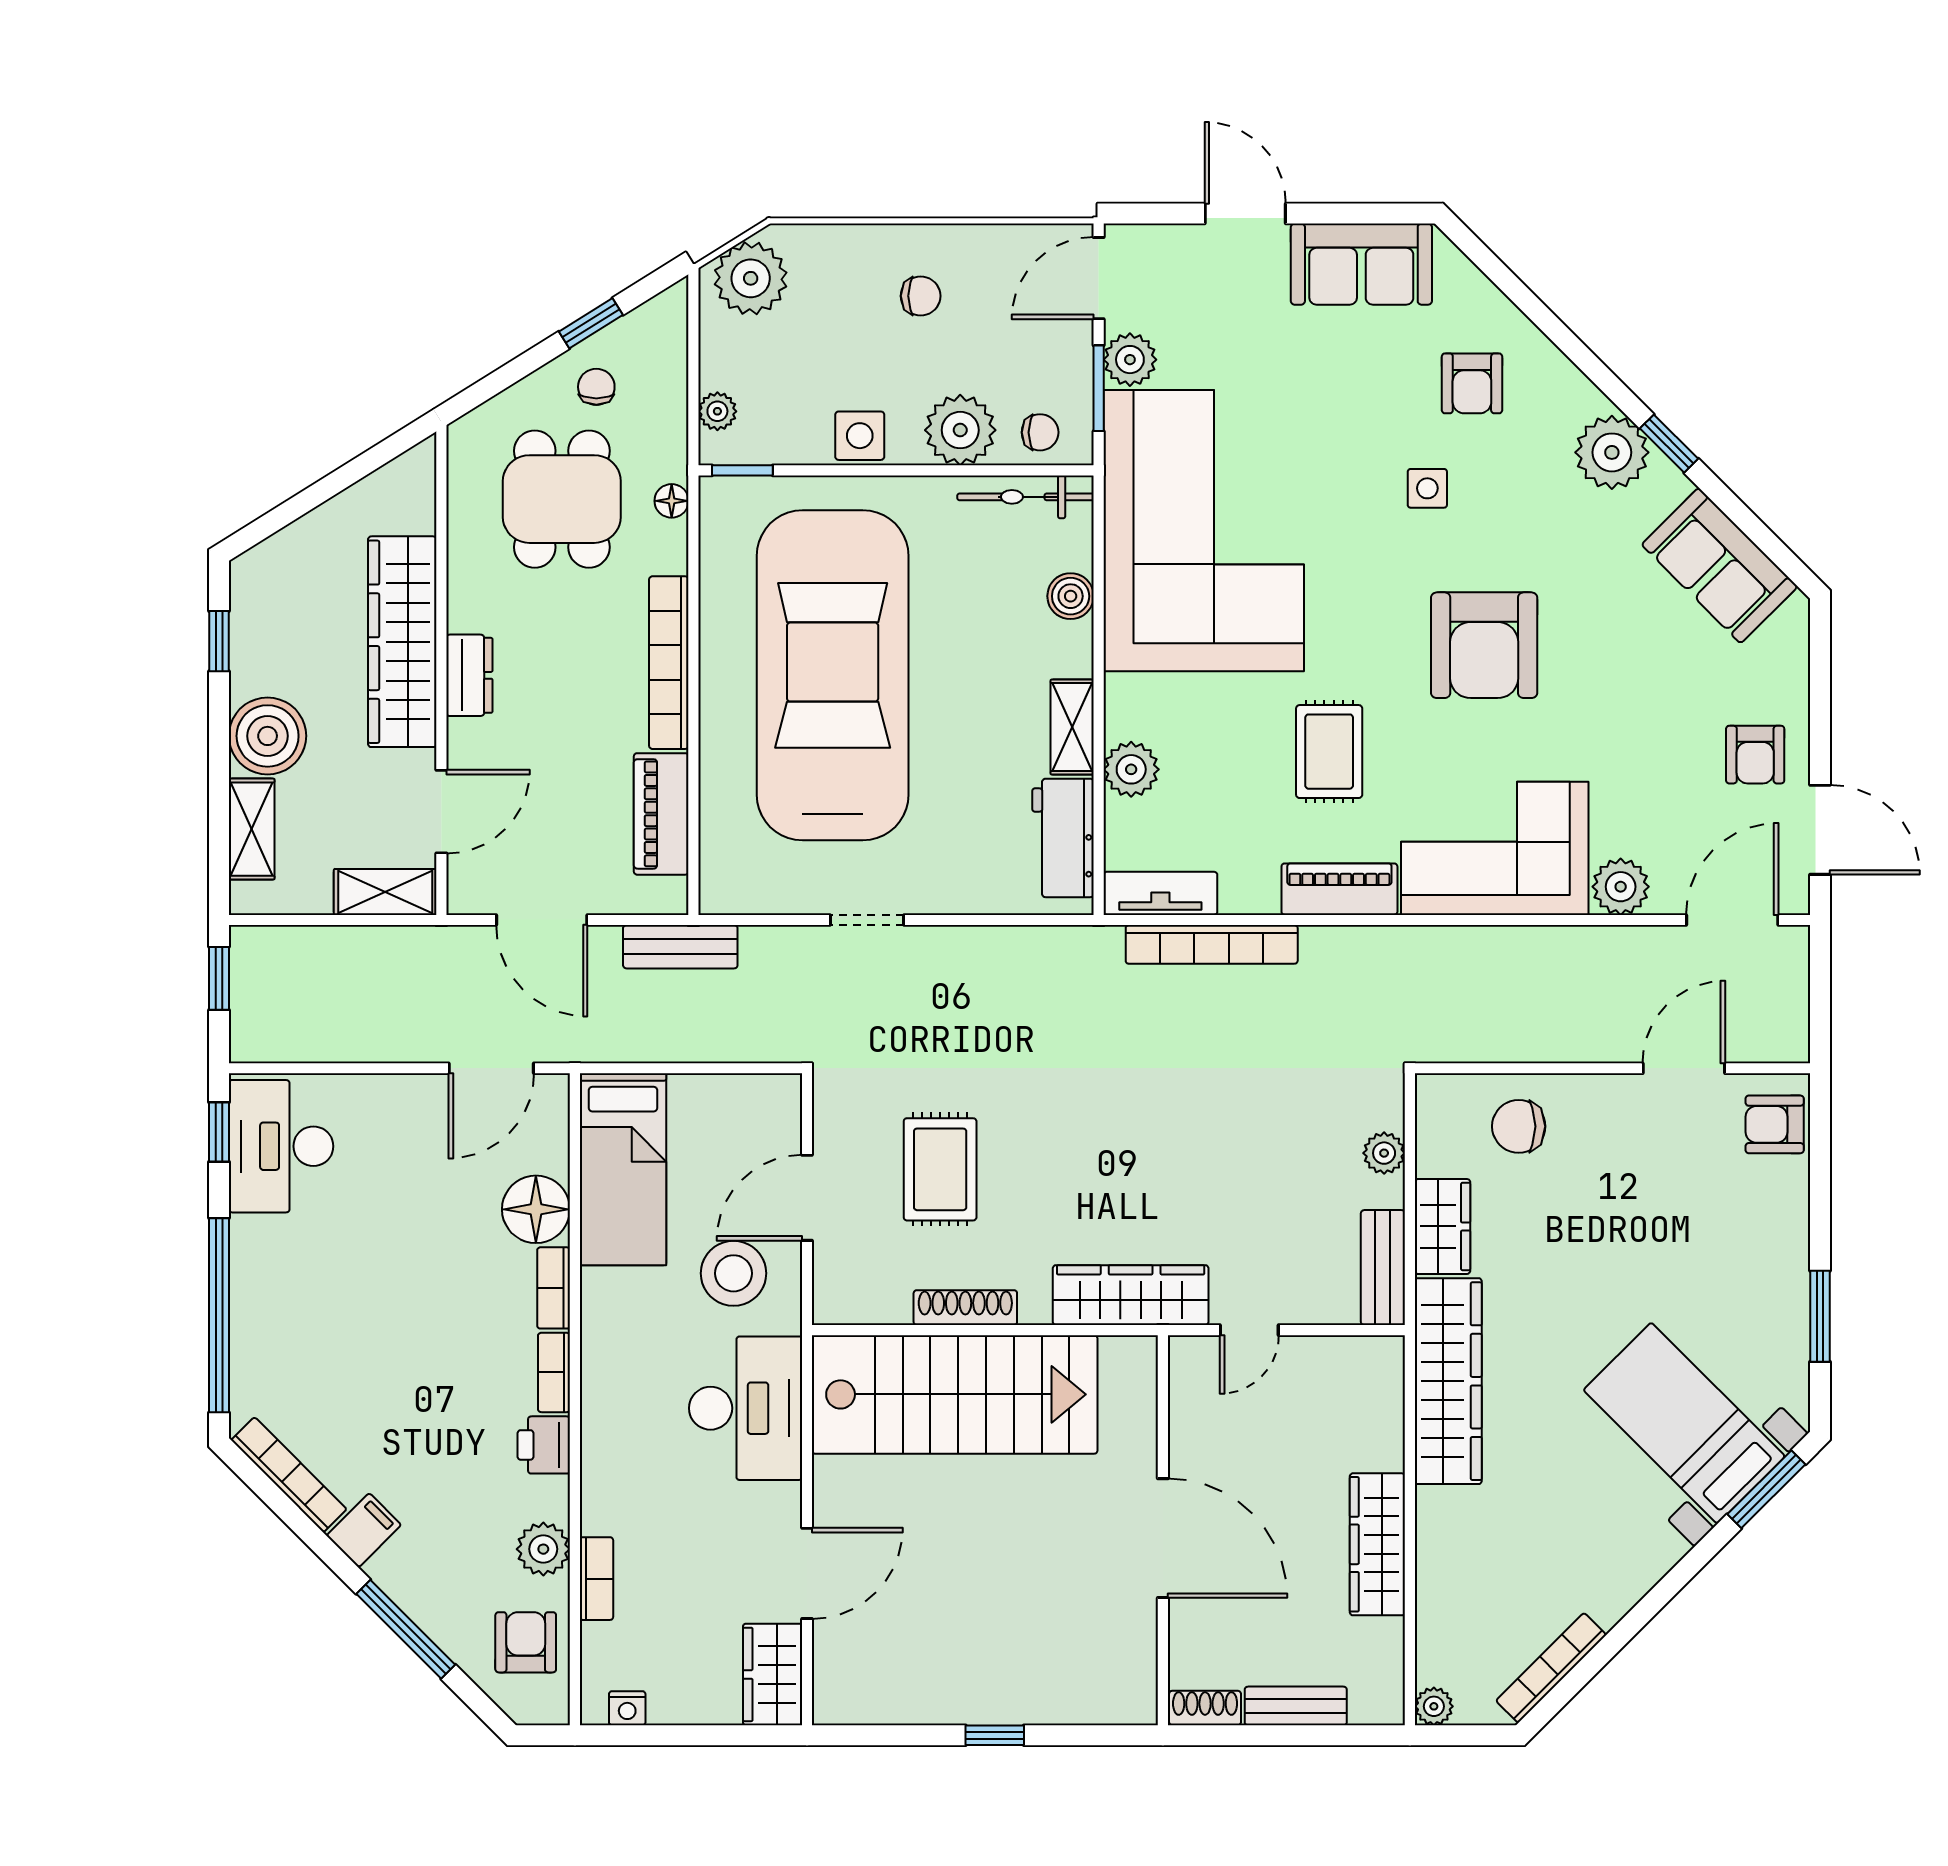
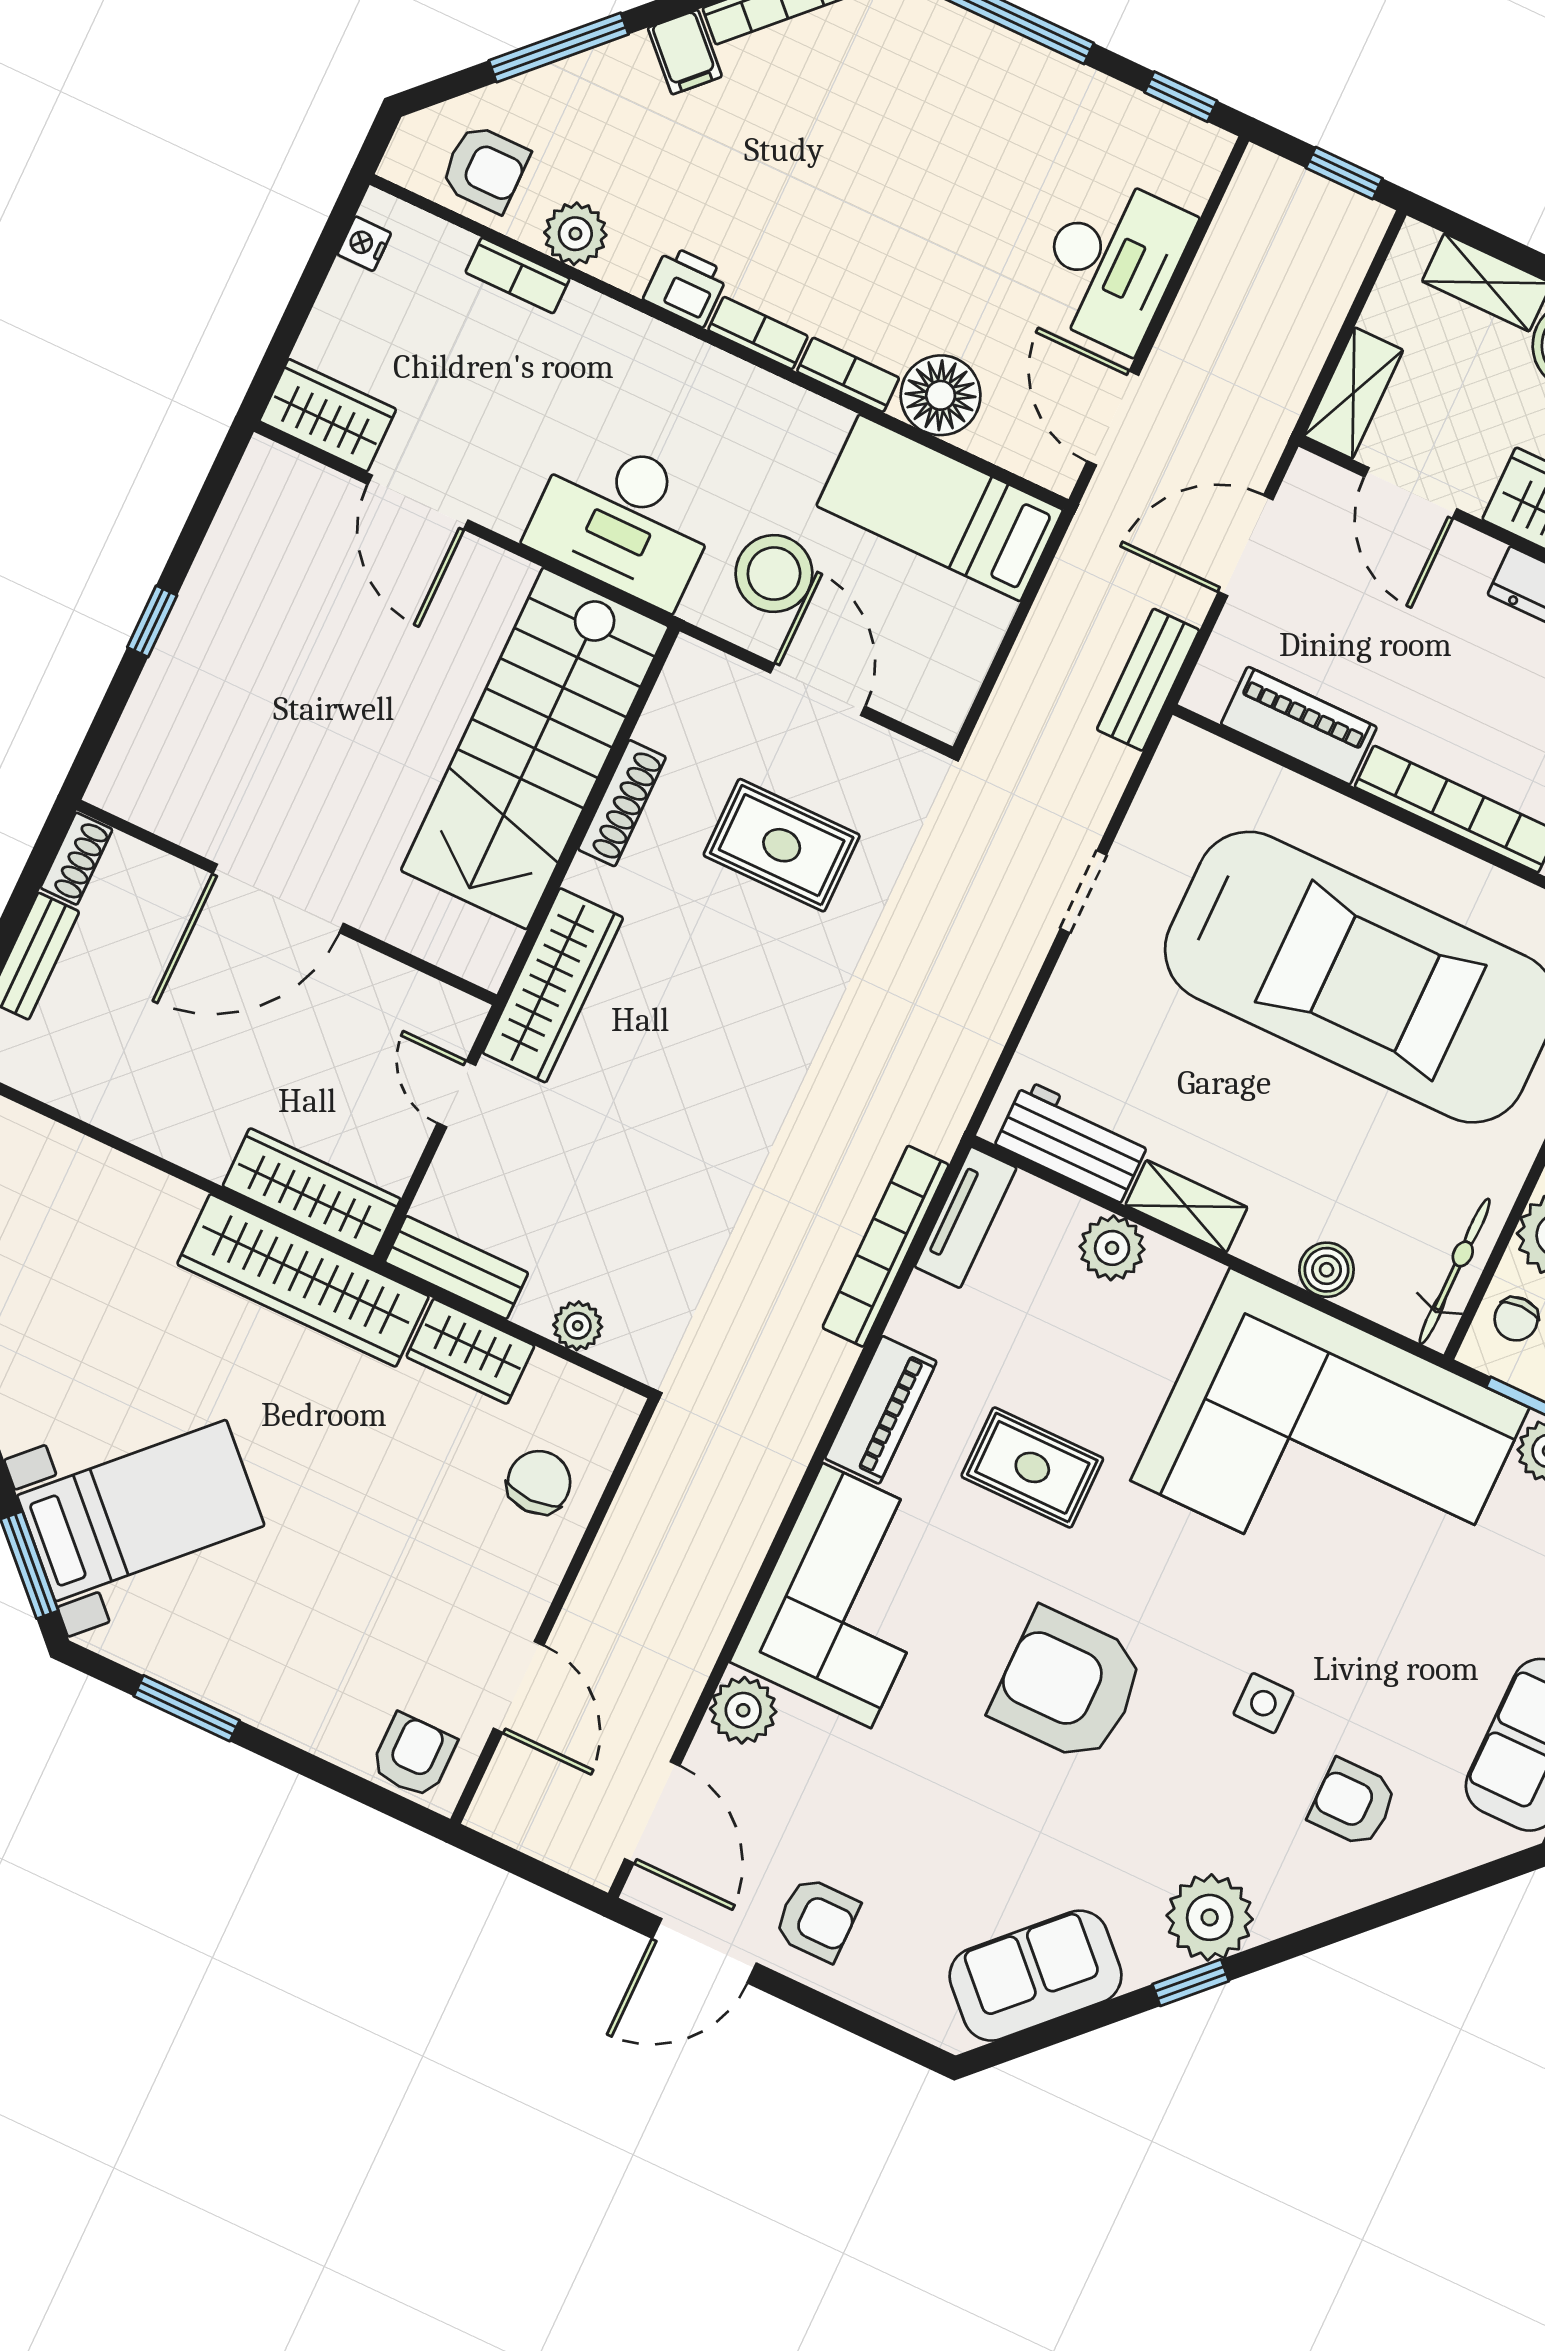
armchair: (1755, 755) -> (817, 1919), turned 180
desk: (281, 1146) -> (1112, 262), moved, turned 90
wardrobe: (1377, 1544) -> (312, 1193), moved

